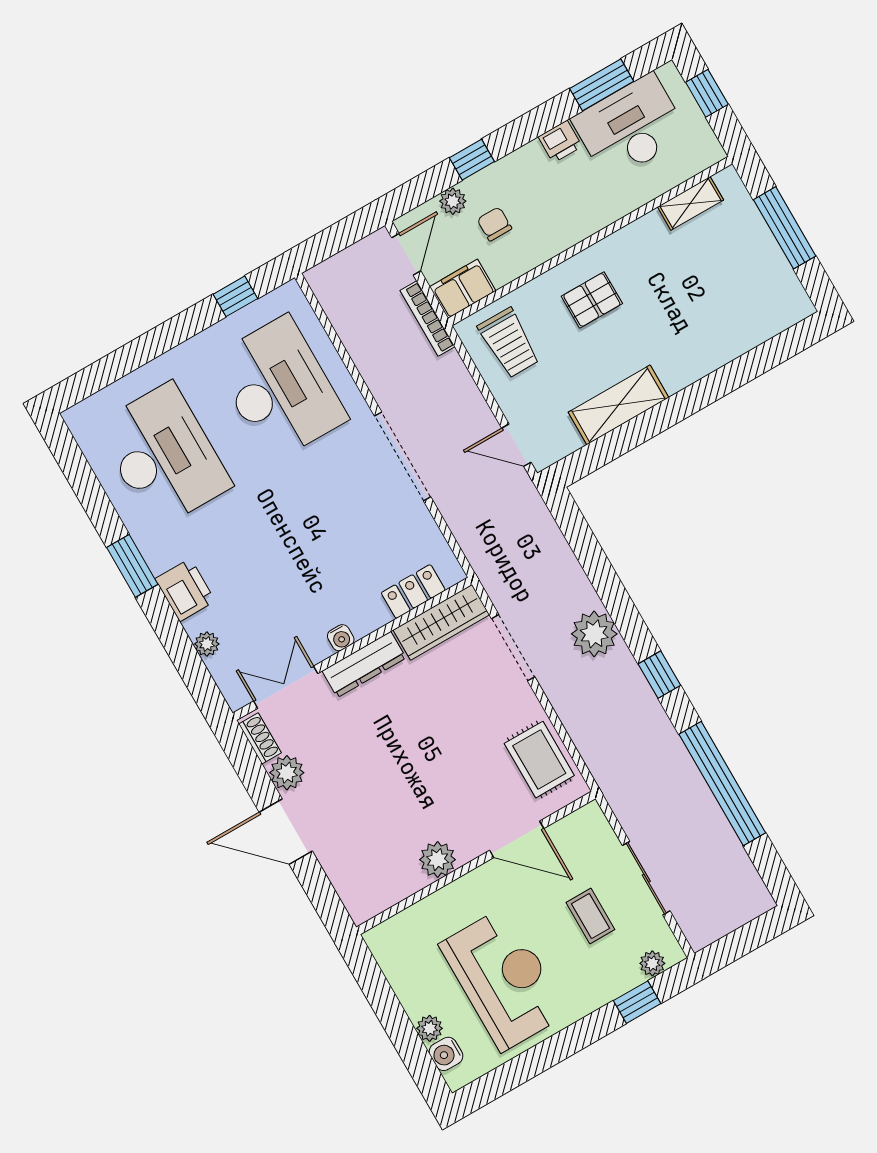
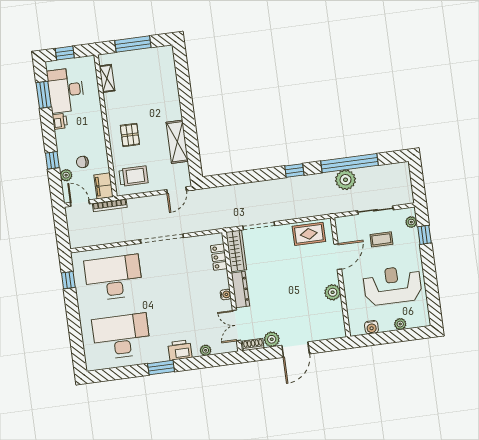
plant: (594, 634) -> (346, 180), moved
water cooler: (446, 1054) -> (371, 327), moved

